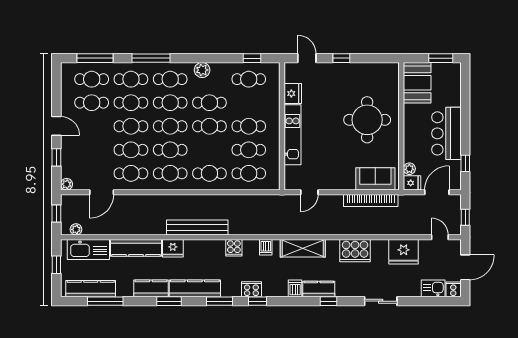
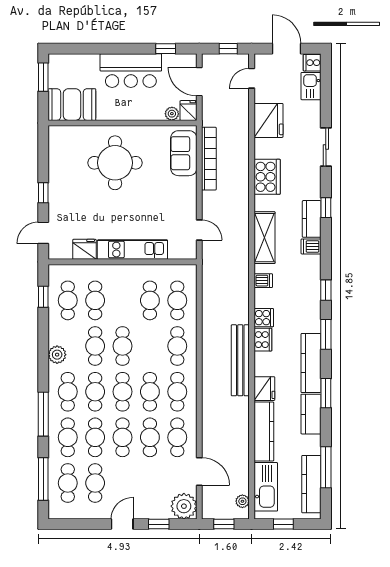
cafe table: (249, 126) -> (95, 300), moved
plant: (67, 184) -> (184, 506), width x1.88, depth x1.88
cooker: (251, 289) -> (263, 340), moved, turned 180

